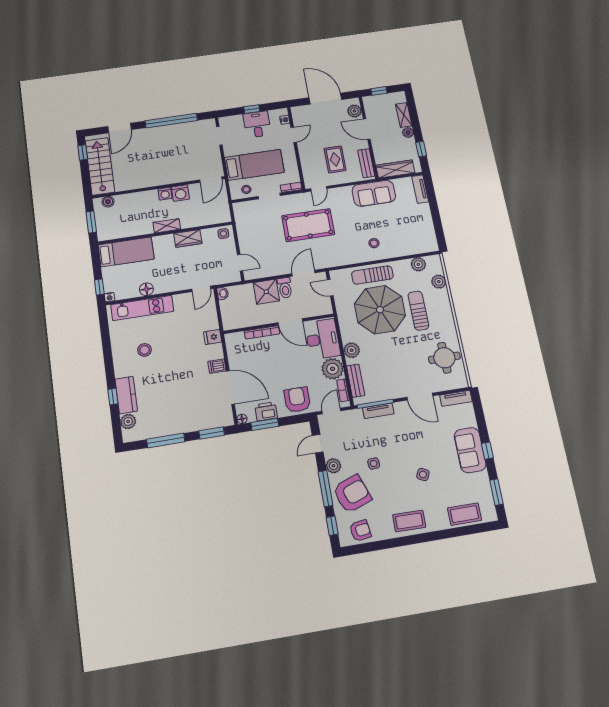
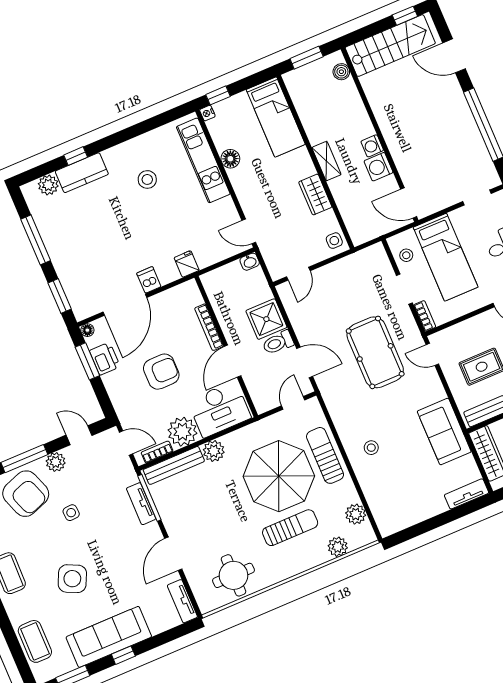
bench: (356, 381) -> (174, 465), width x1.36
armchair: (297, 400) -> (161, 372), moved
sofa: (470, 450) -> (109, 637), width x1.36
side table: (423, 475) -> (72, 579), width x1.87, depth x1.87

